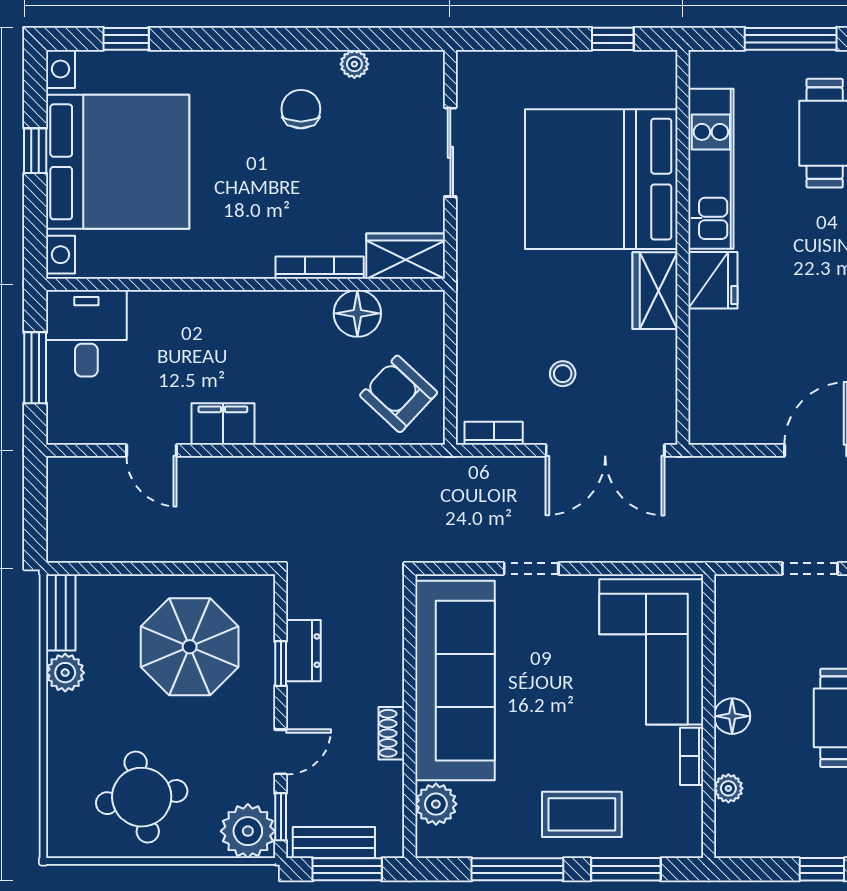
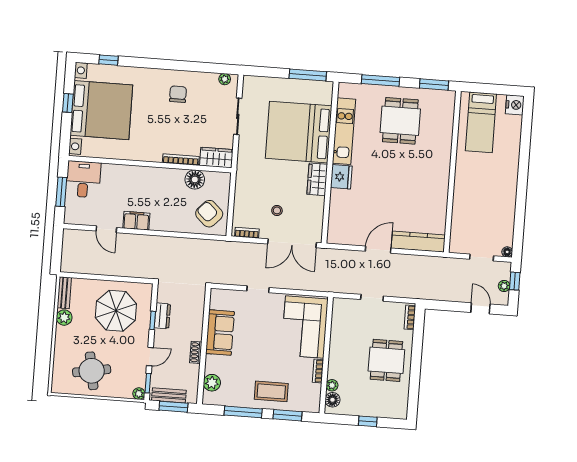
window: (613, 39) -> (308, 75), width x2.17
plant: (354, 64) -> (225, 79), moved
sofa: (455, 681) -> (220, 333), width x0.54, depth x0.79
floor lamp: (732, 716) -> (332, 400), moved
plant: (248, 831) -> (139, 394), width x0.53, depth x0.53

